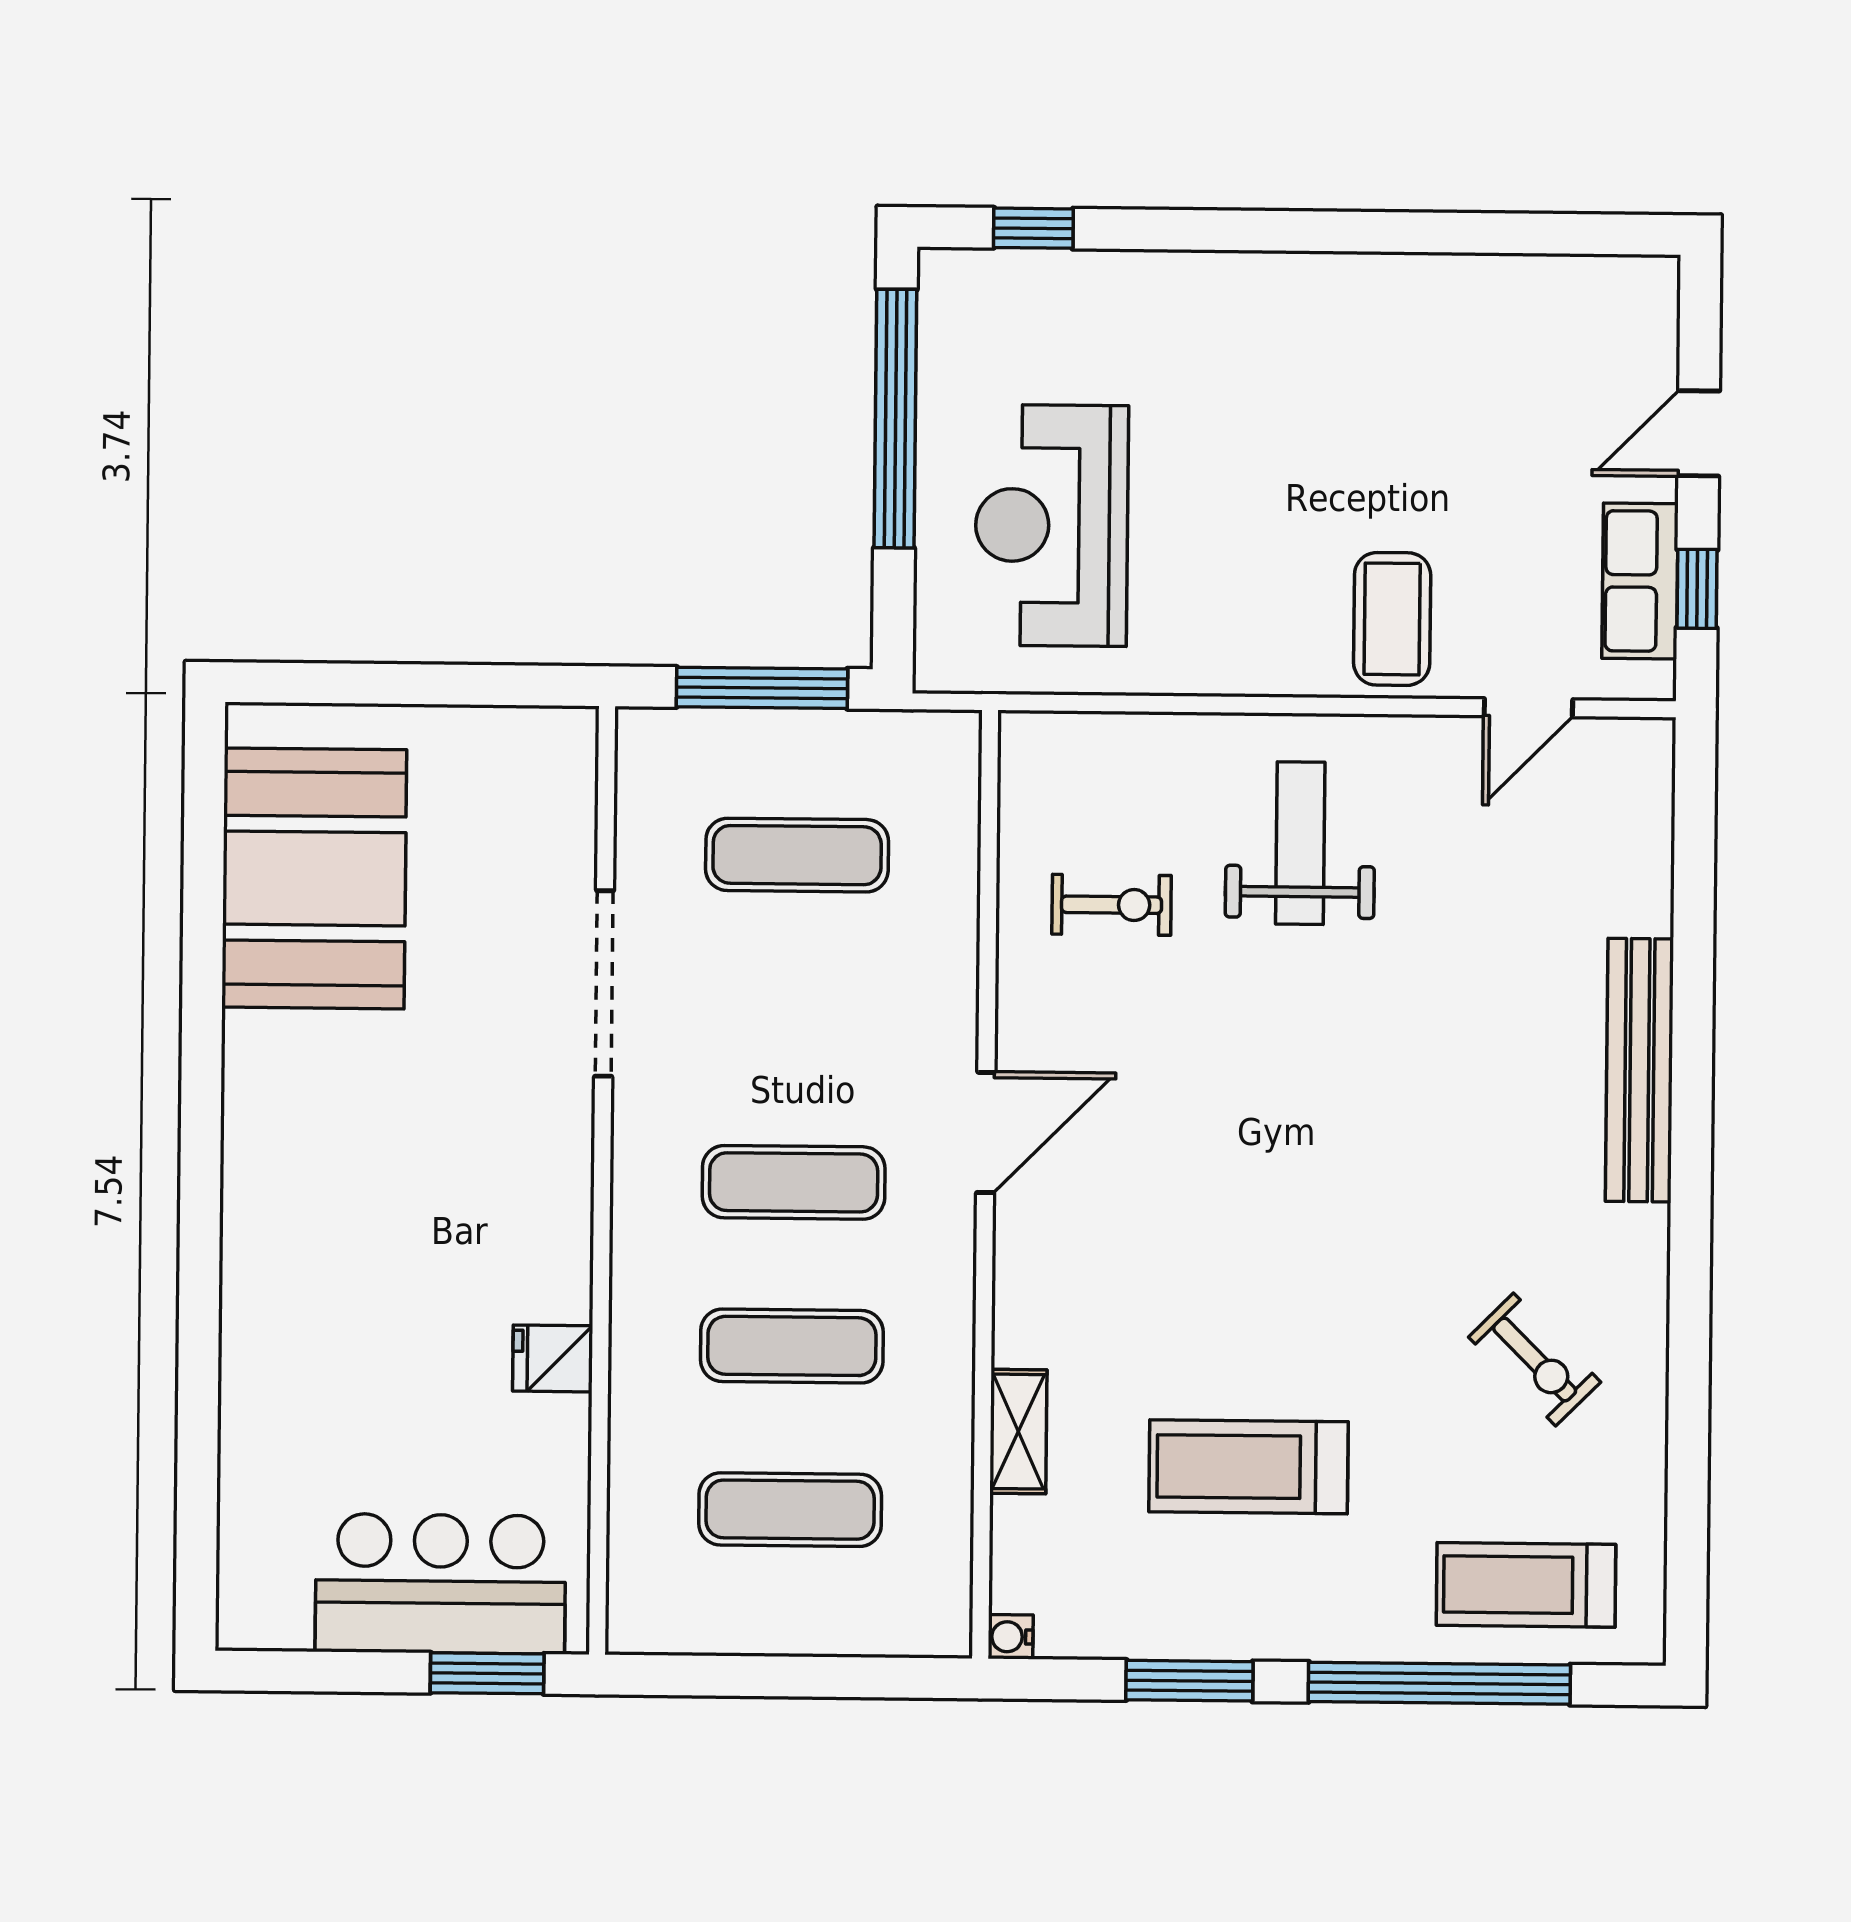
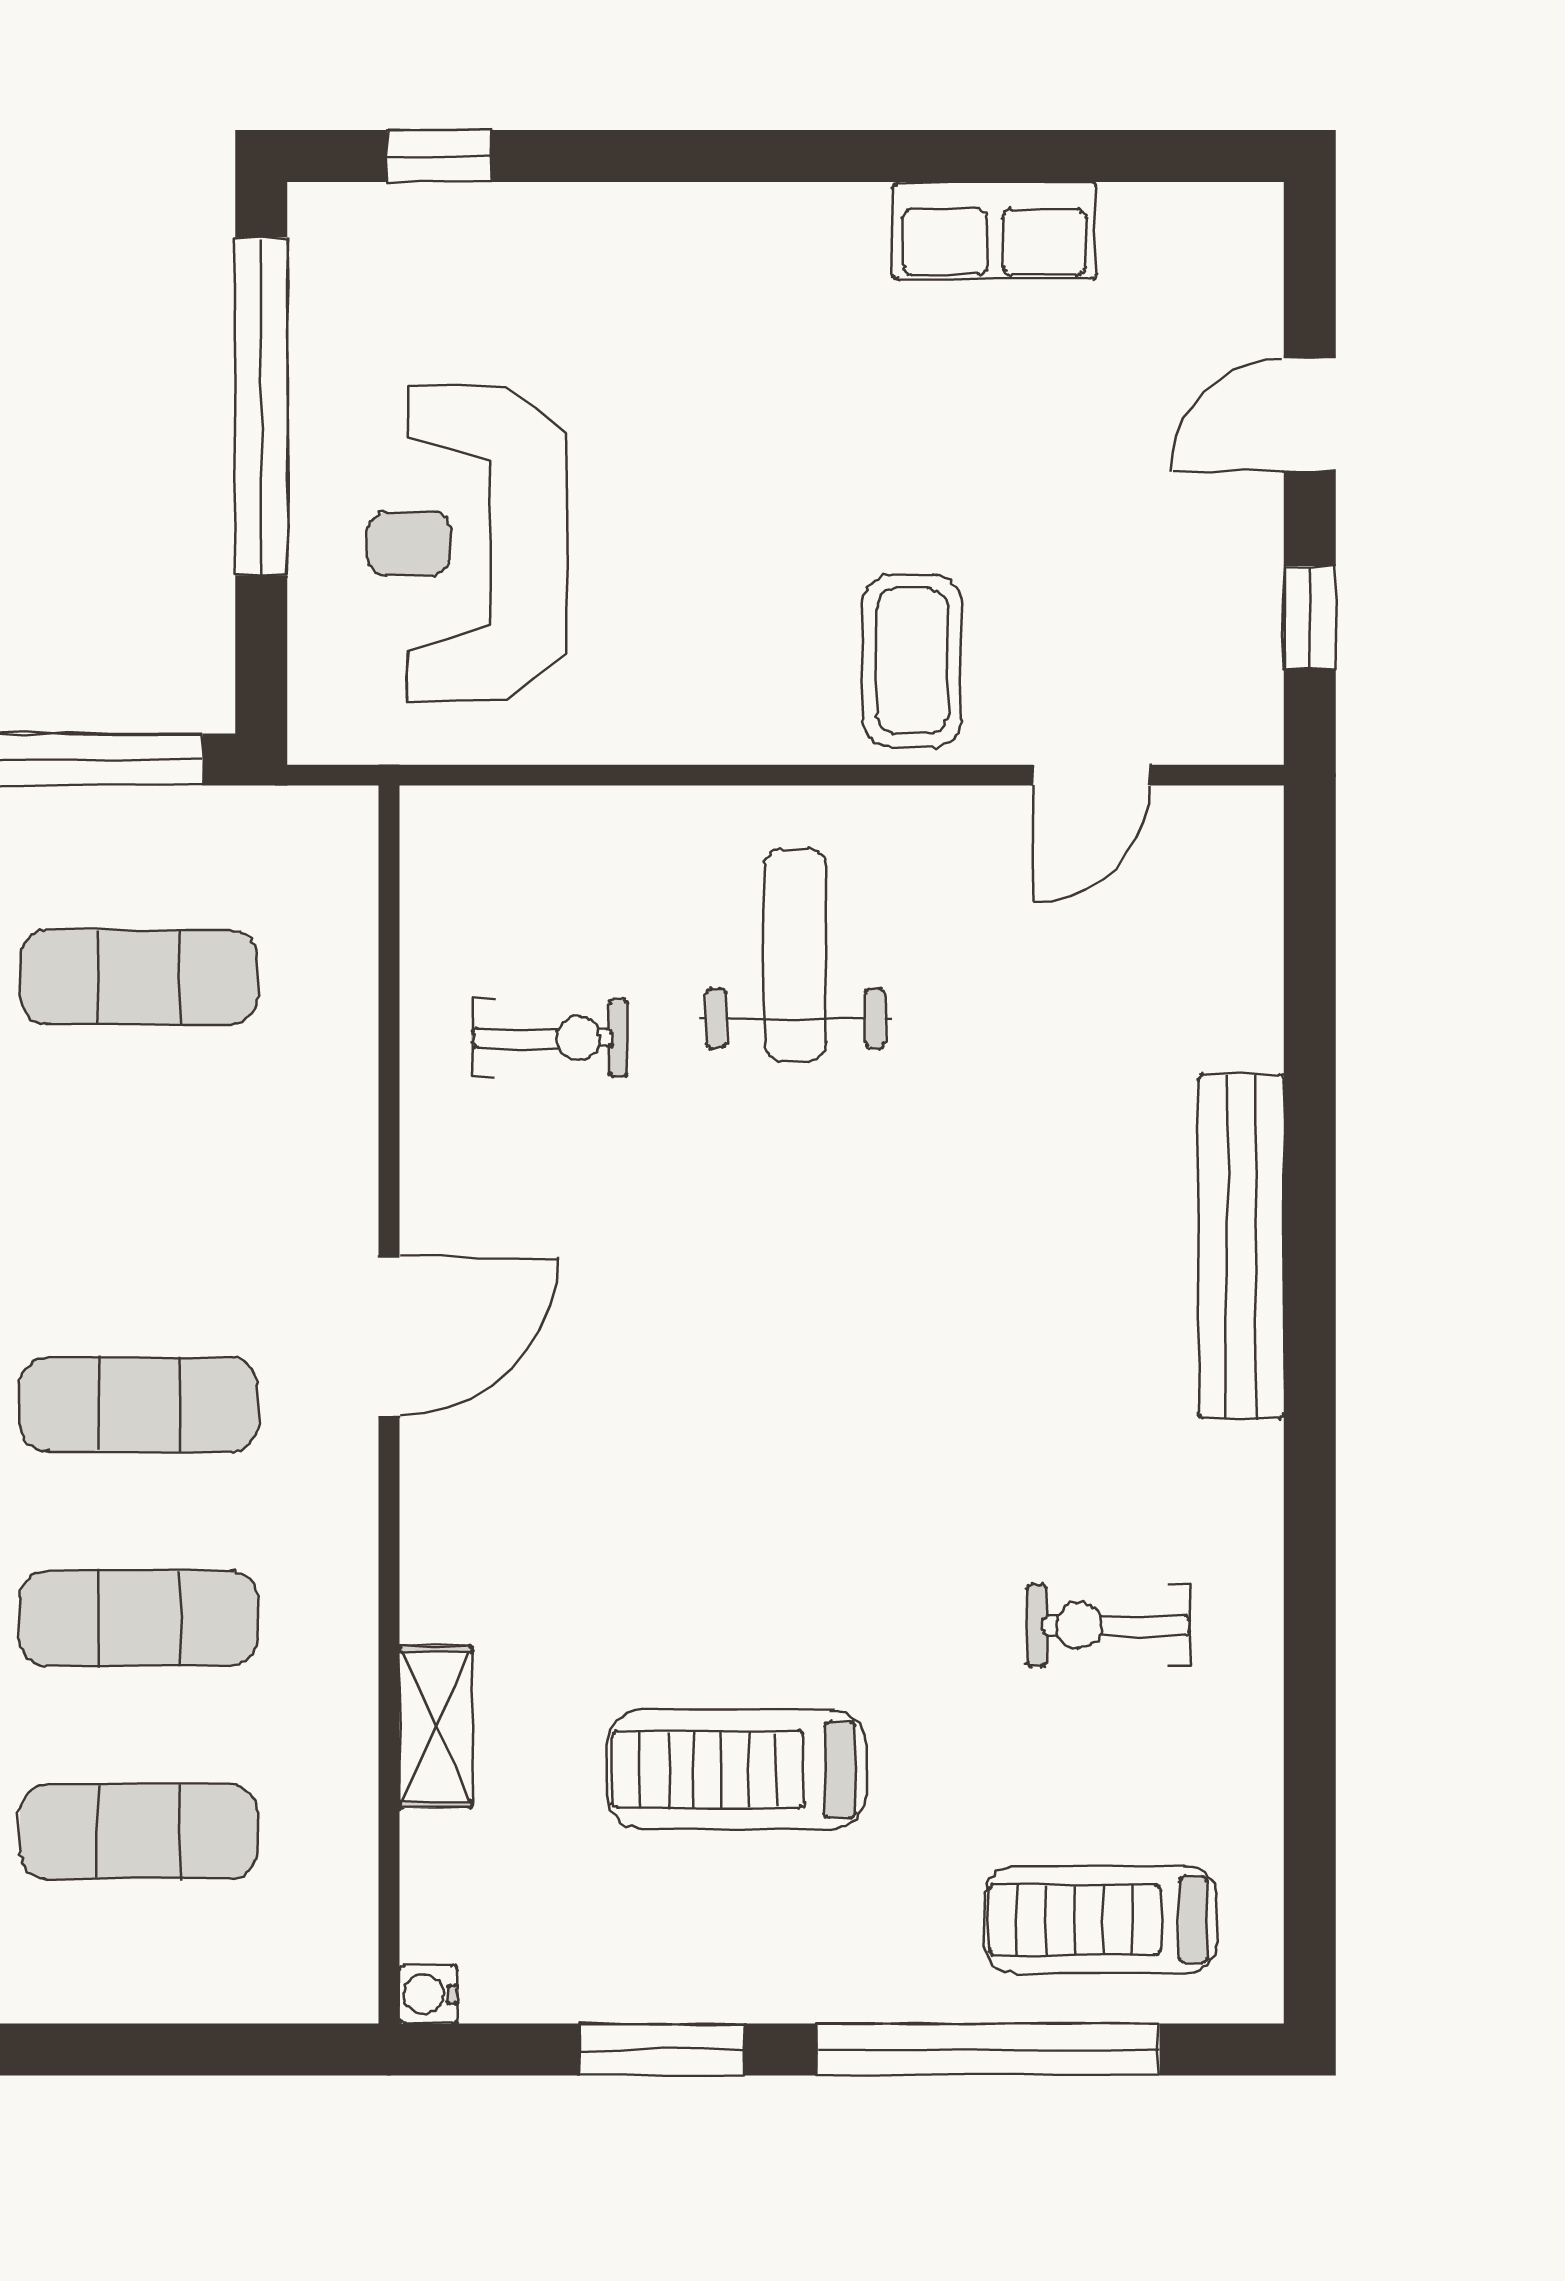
row of seats: (1640, 581) -> (994, 231), moved, turned -90
exercise bike: (1535, 1360) -> (1108, 1626), turned 135

